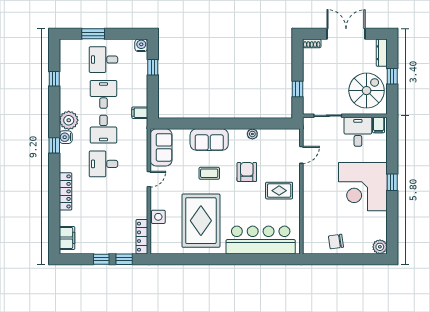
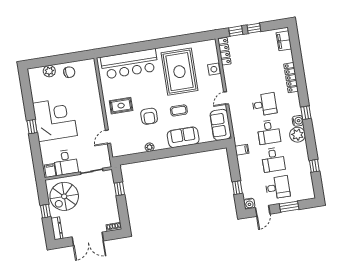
door: (126, 34) -> (263, 211), added
desk: (103, 129) -> (269, 132), turned 180
plant: (380, 247) -> (49, 71), moved

